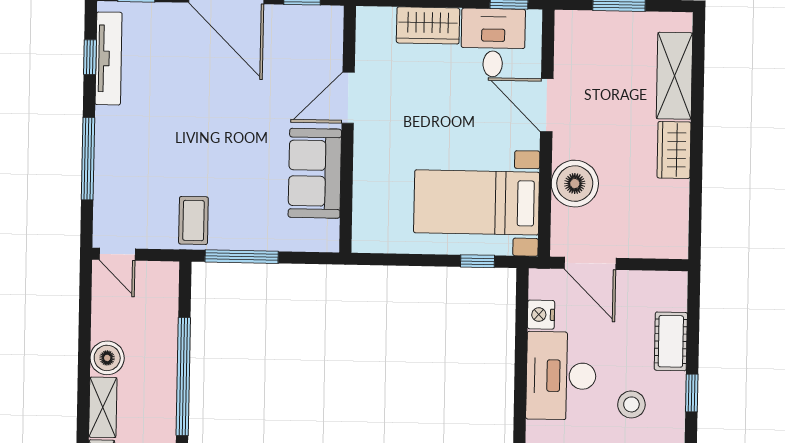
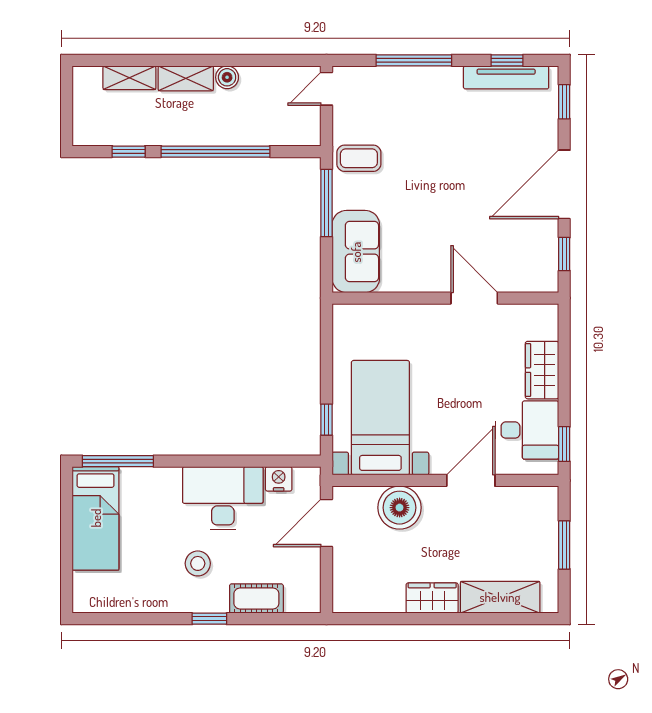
sofa: (315, 173) -> (356, 252), moved, turned 90
boiler: (107, 358) -> (227, 77), width x0.73, depth x0.73

